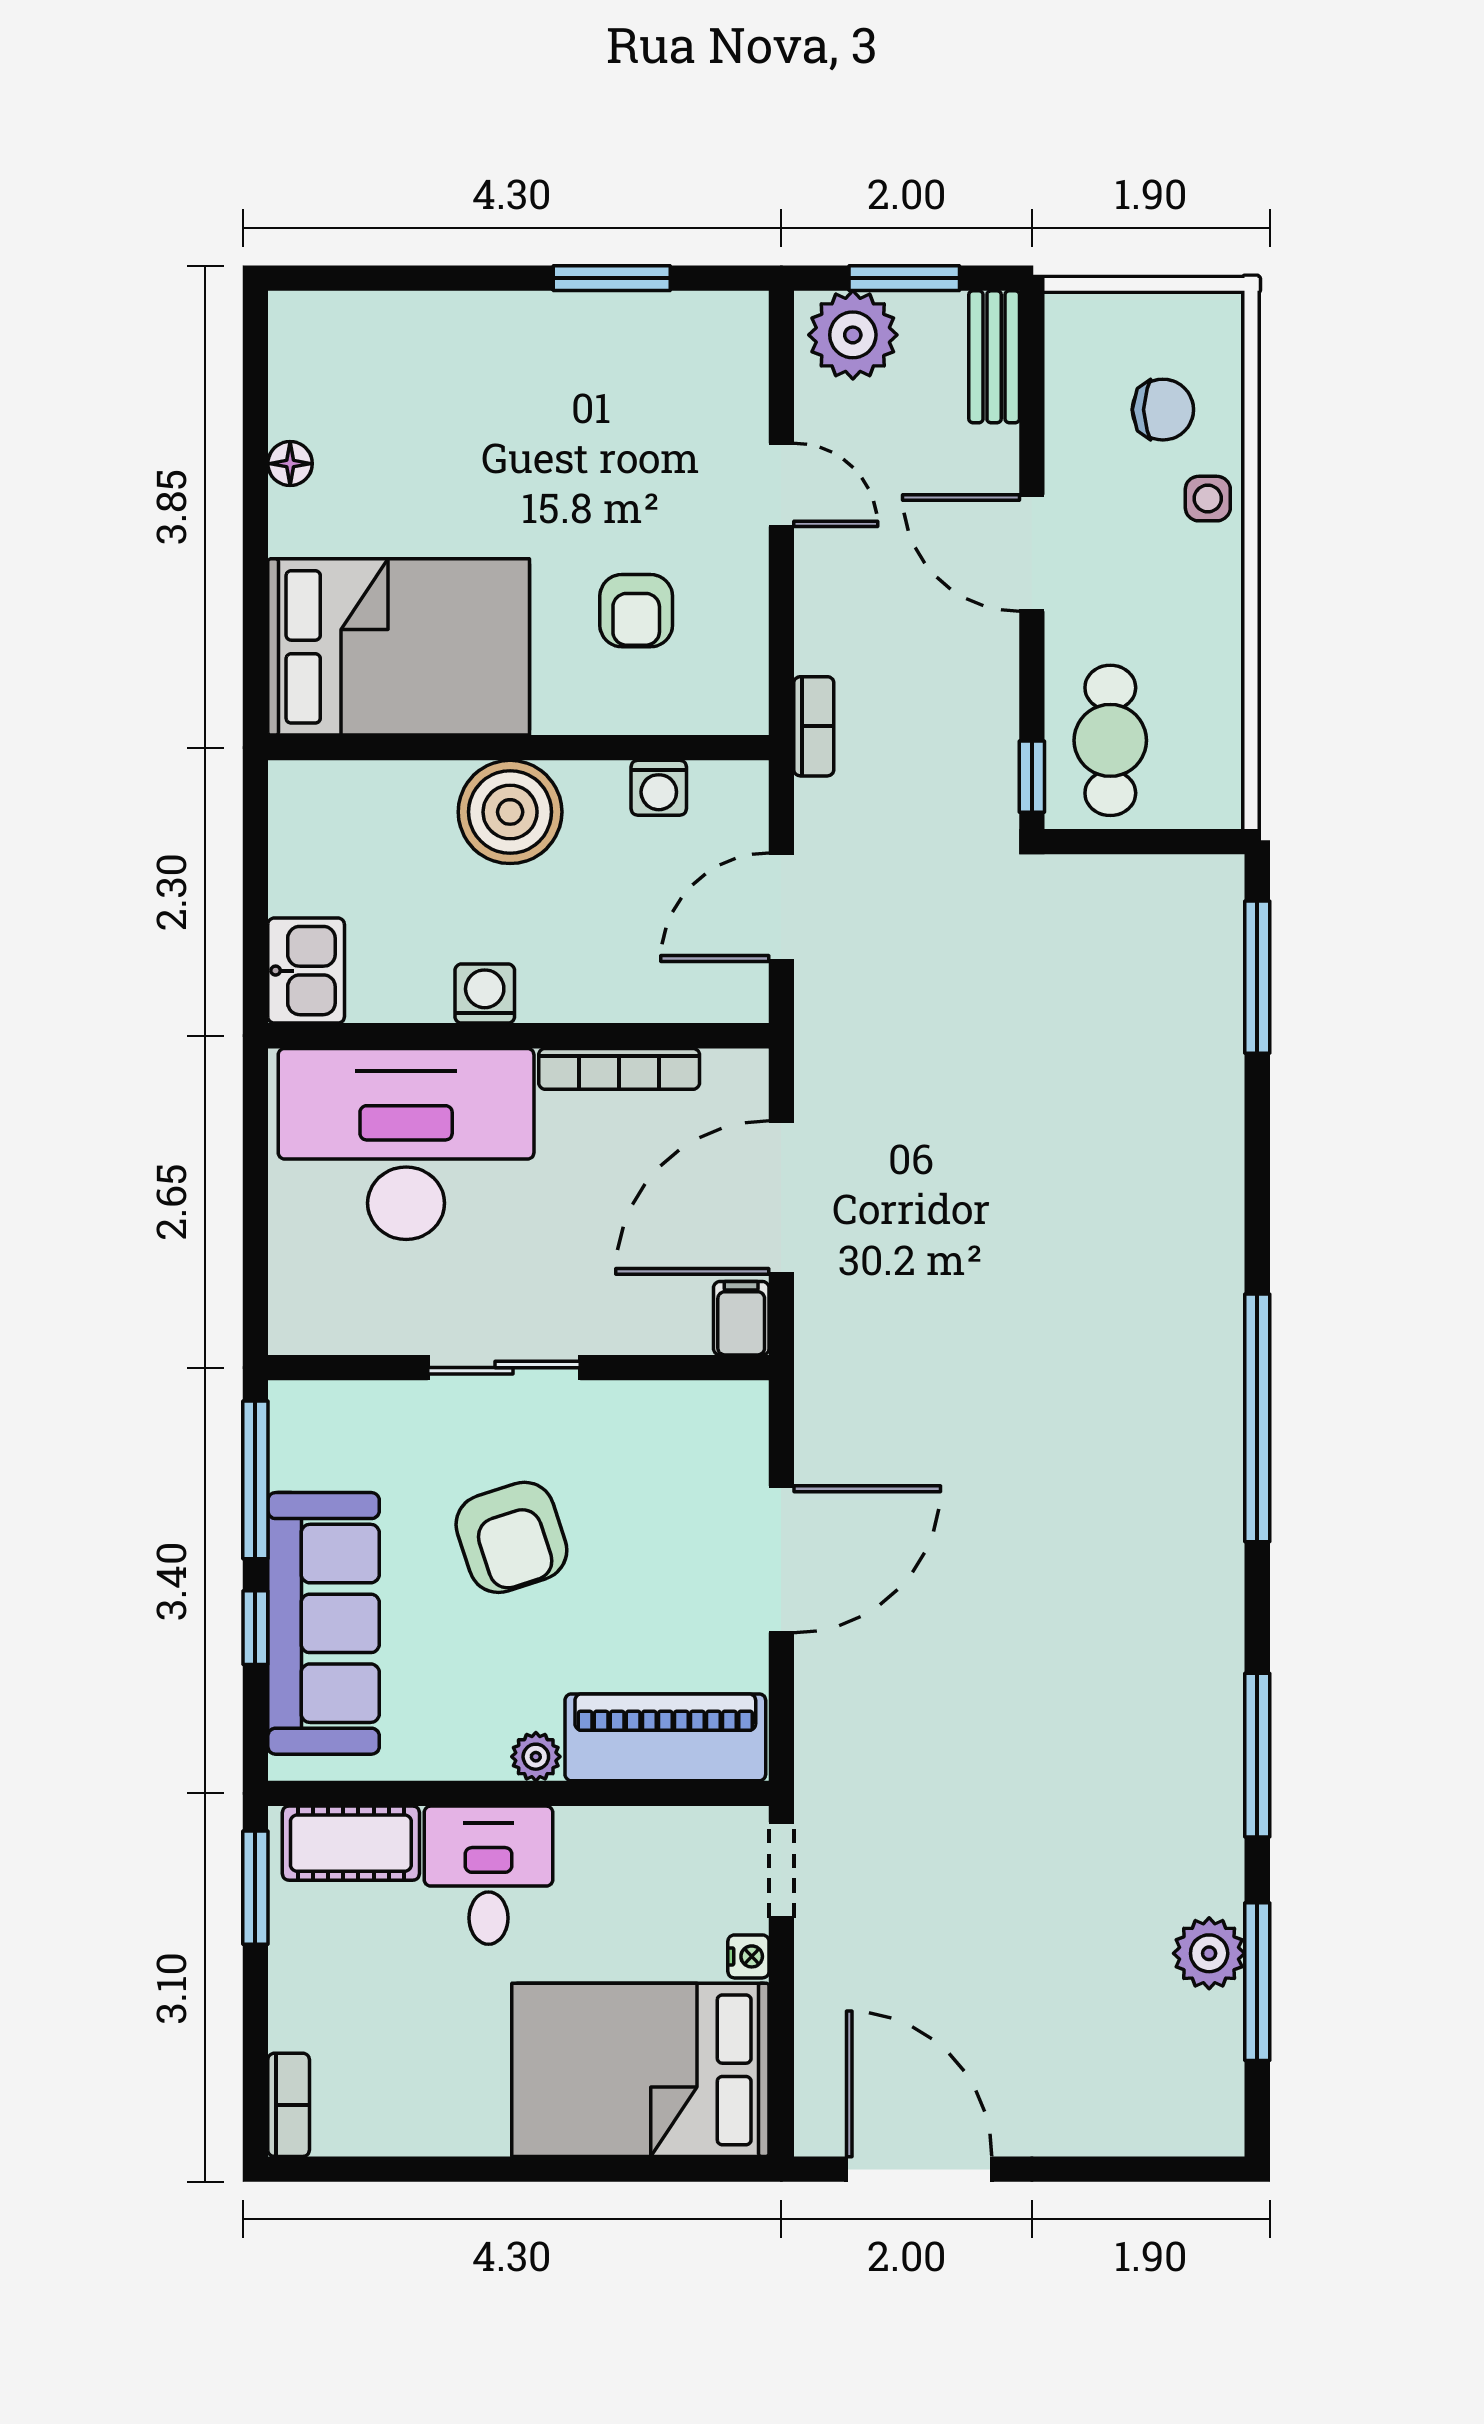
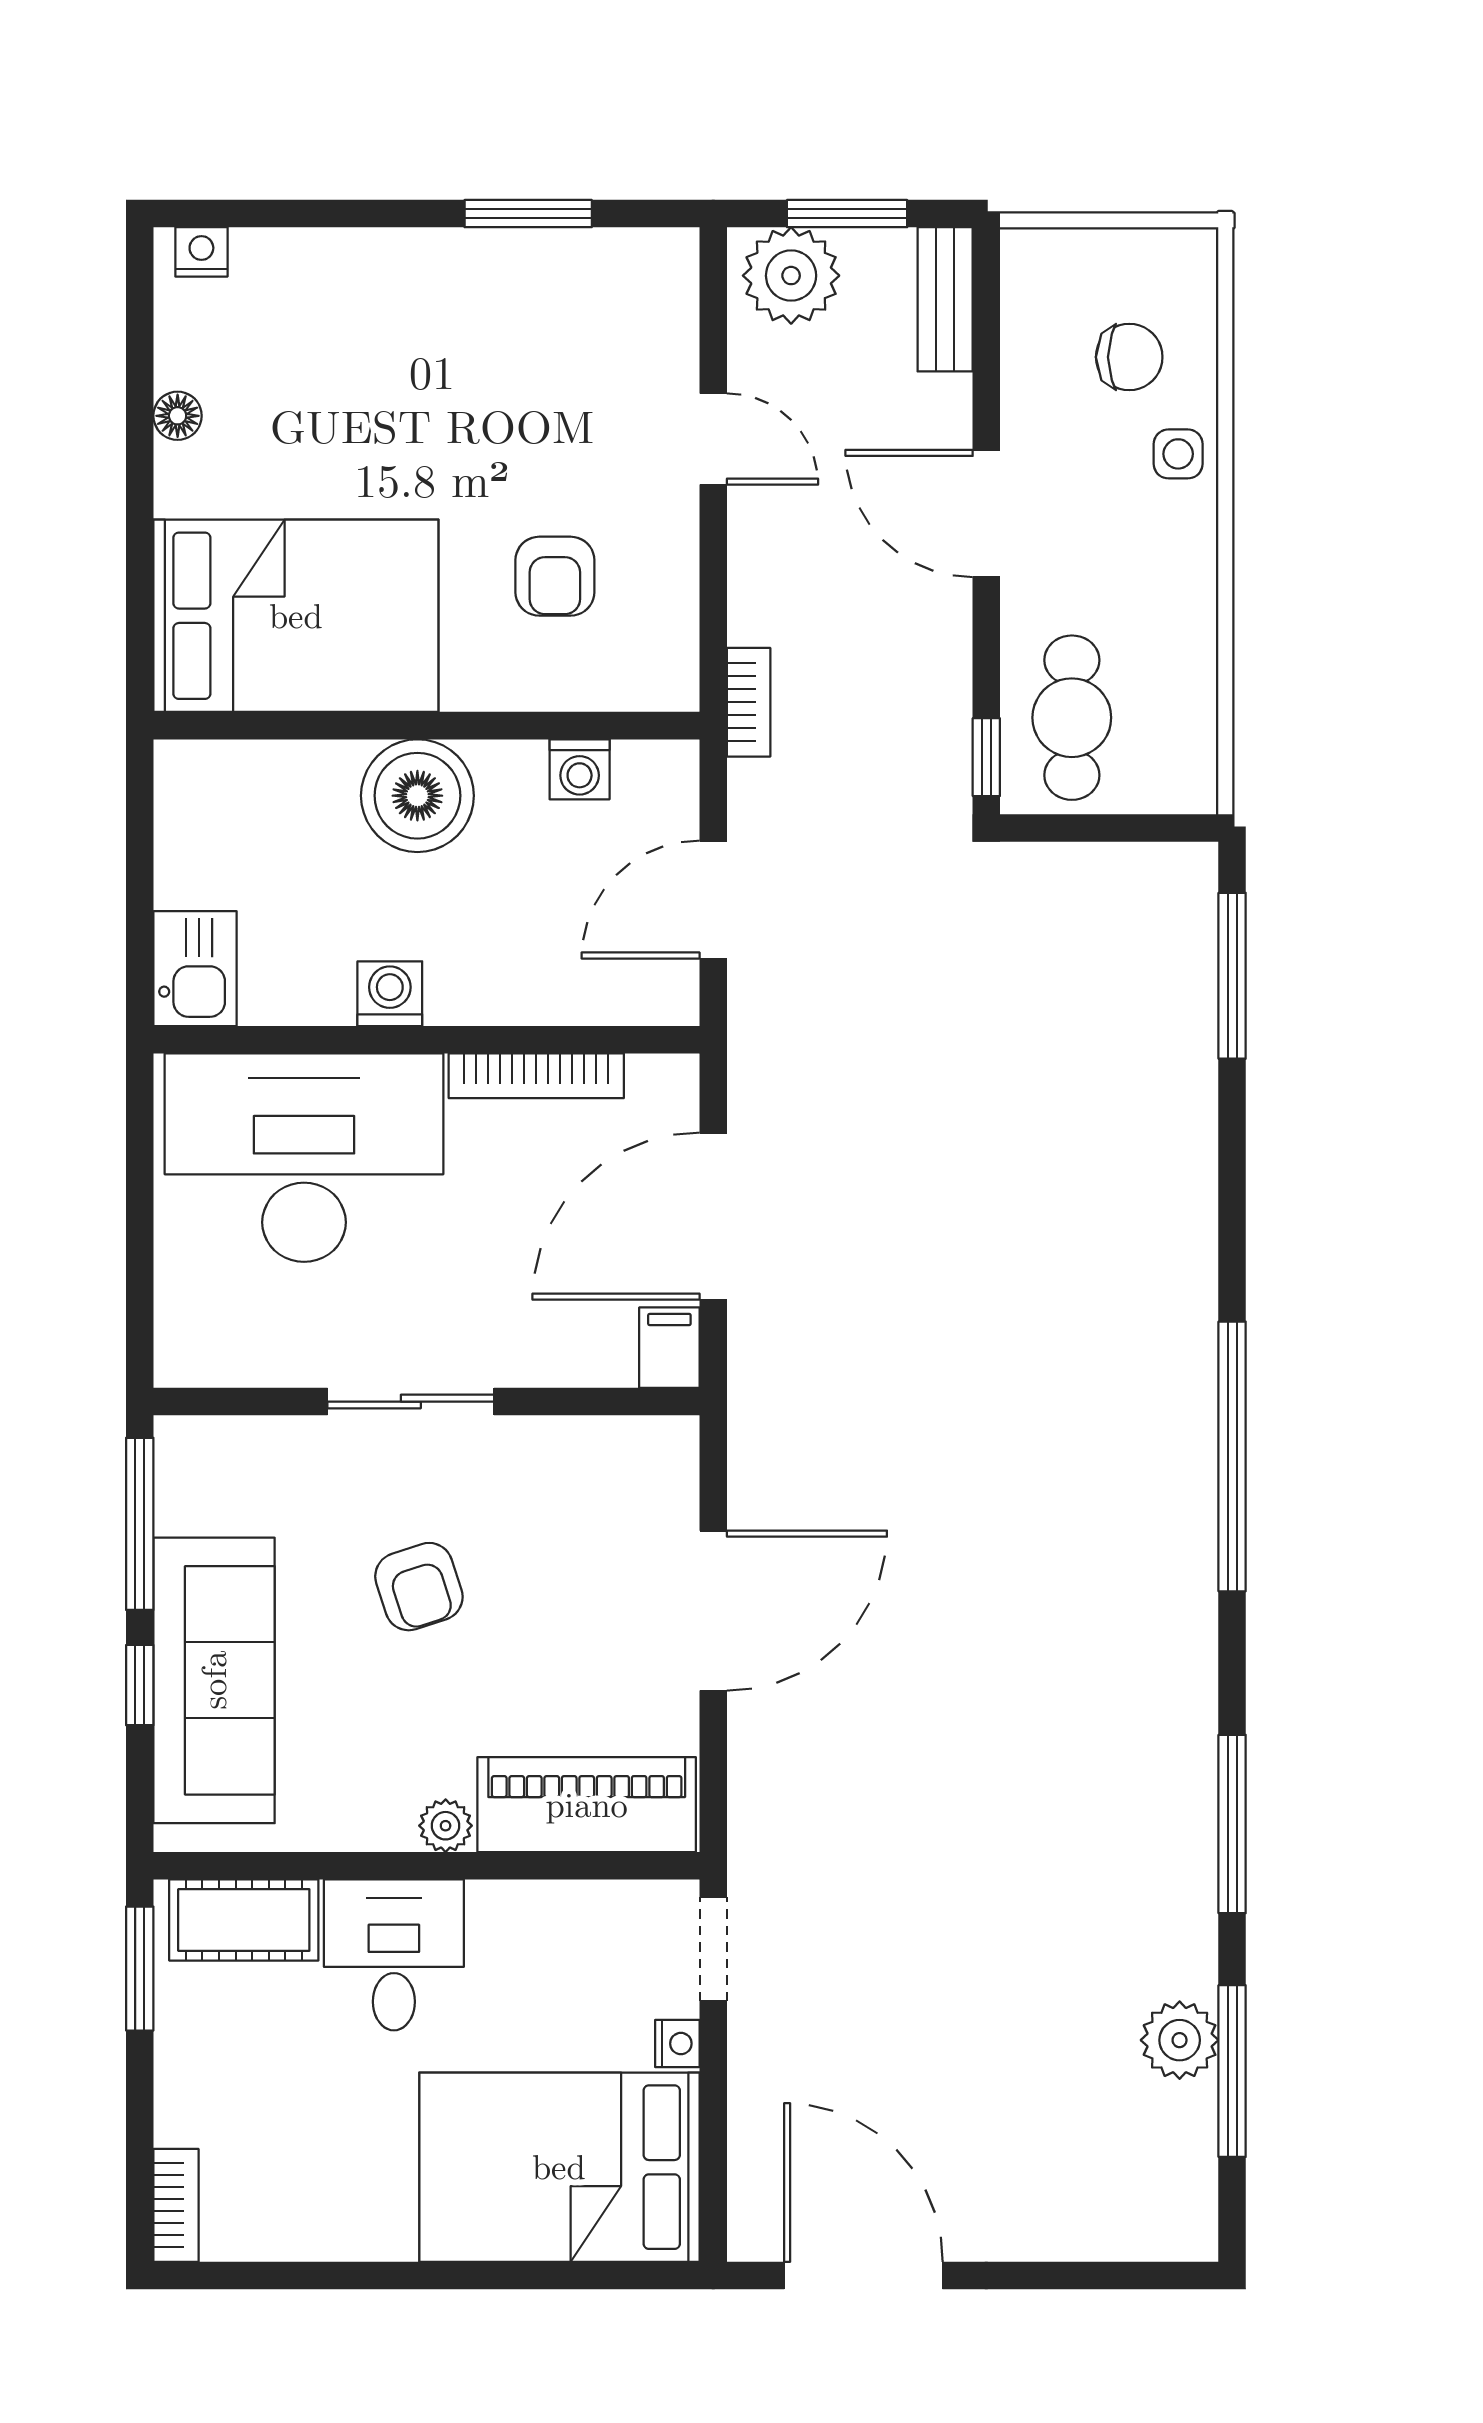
nightstand: (312, 313) -> (201, 252), added
armchair: (511, 1537) -> (419, 1587), width x0.72, depth x0.72

